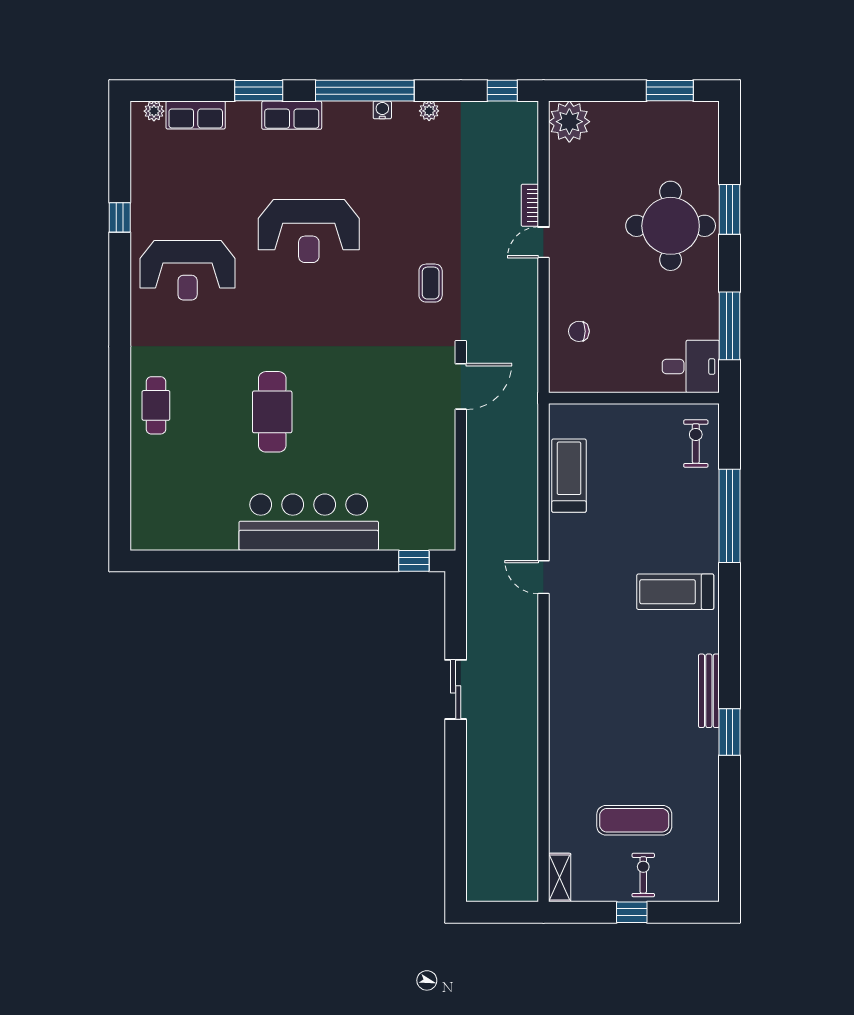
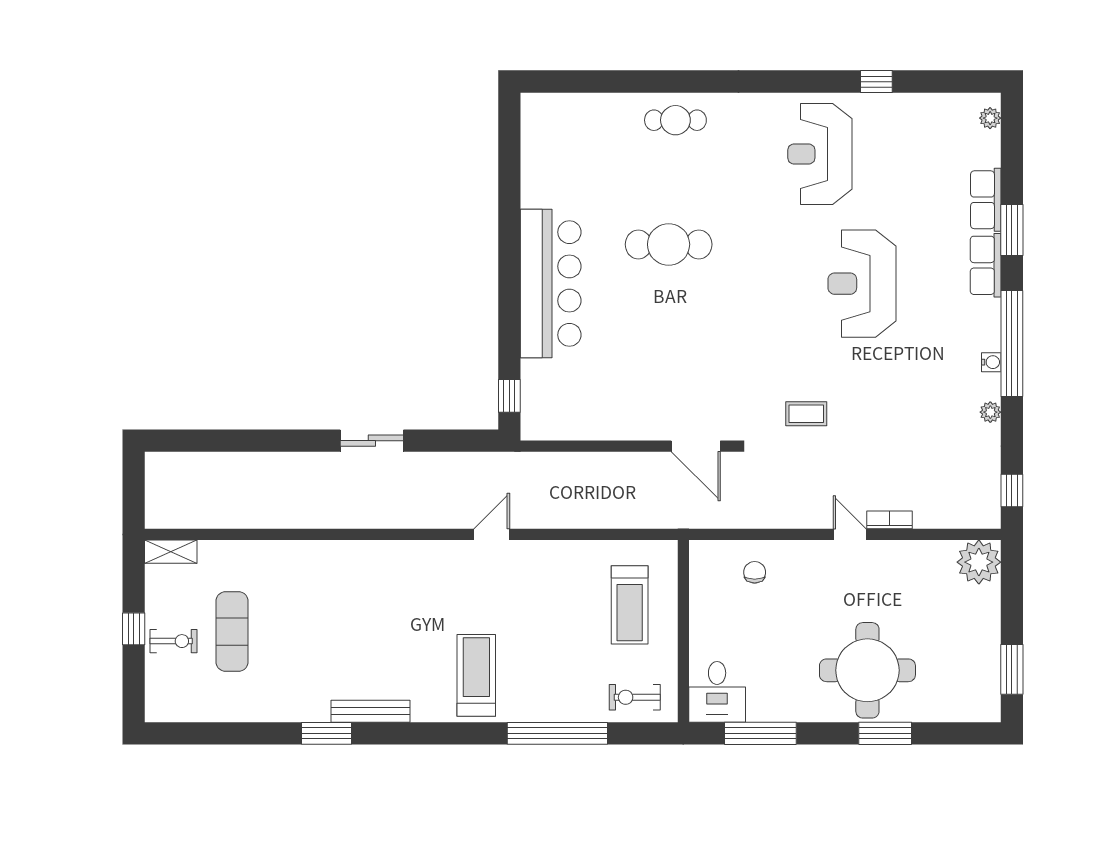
row of seats: (196, 115) -> (986, 200), moved
exercise bike: (696, 444) -> (635, 697), turned 180
treadmill: (569, 476) -> (630, 605), moved, turned 90

